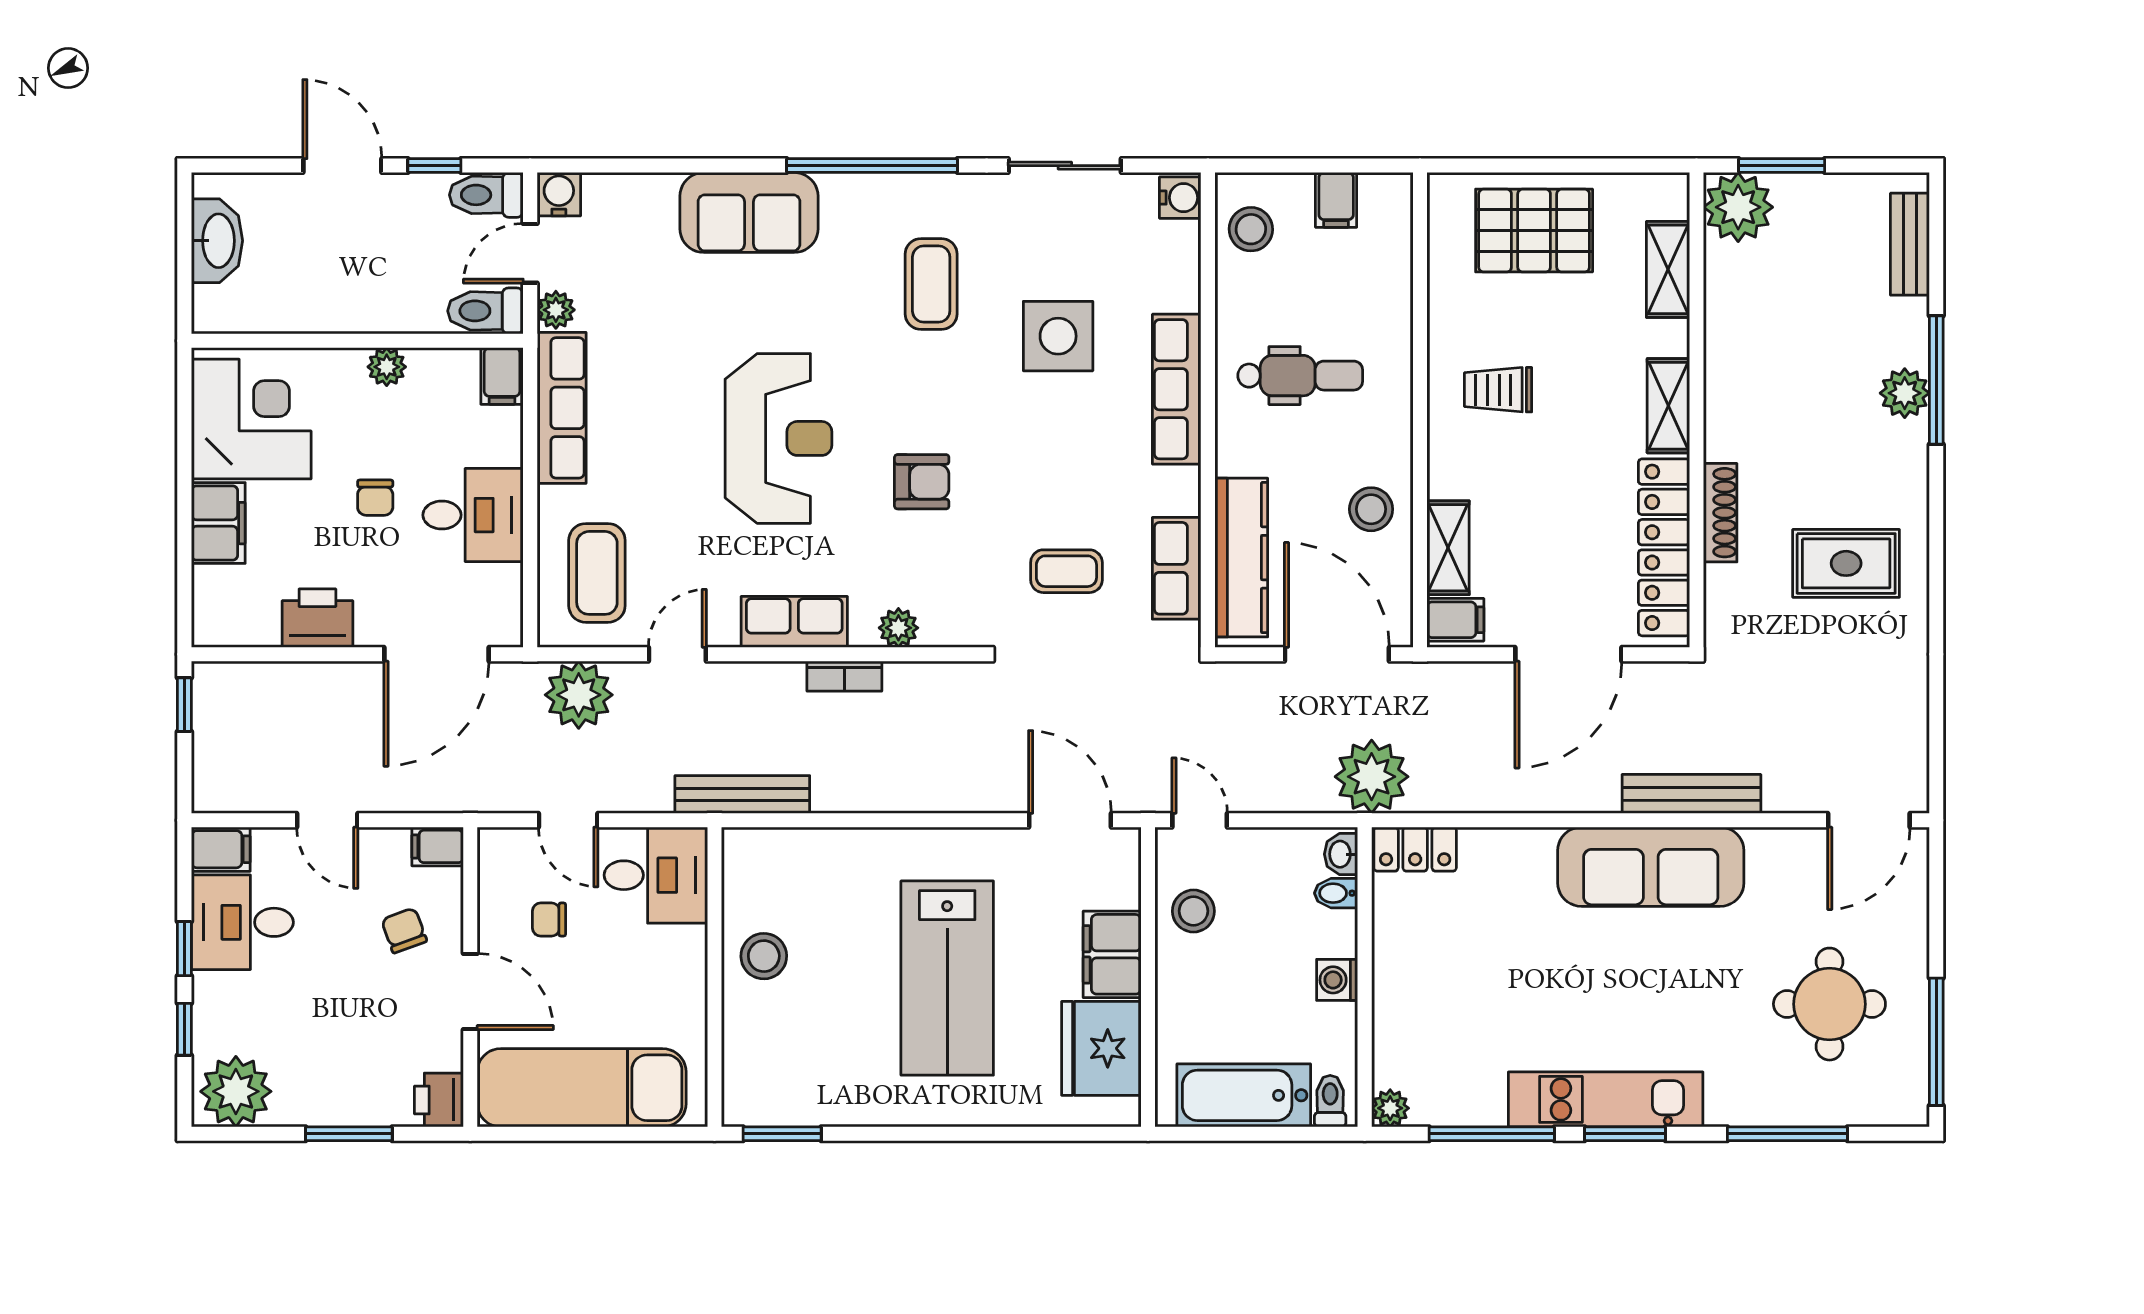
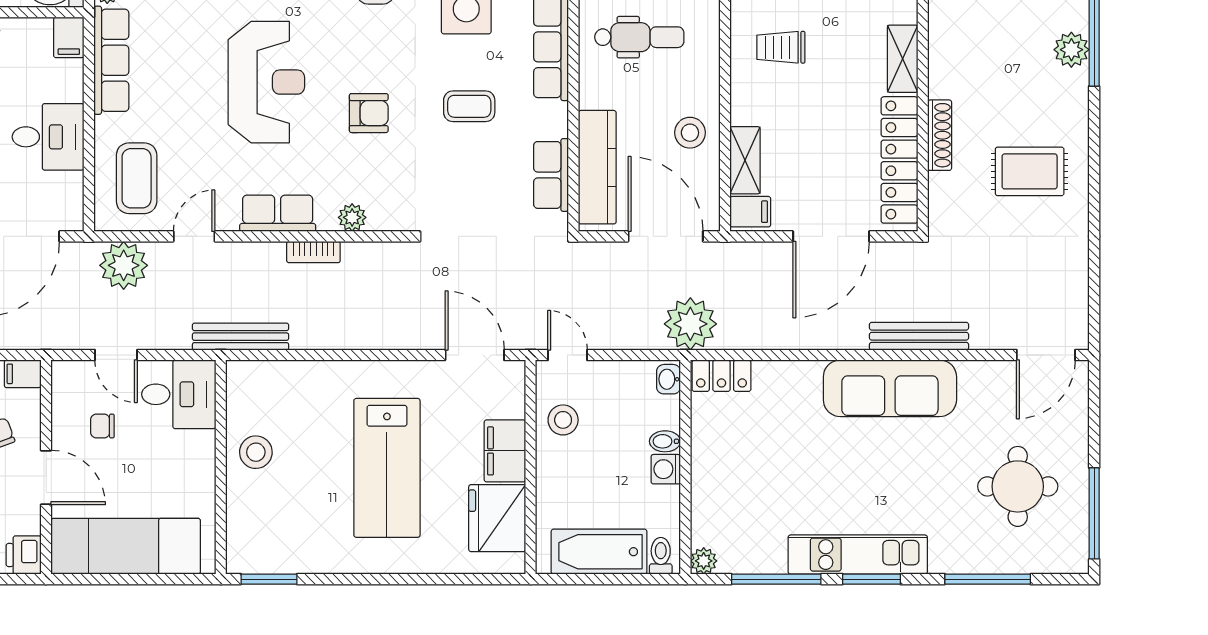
coffee table: (1066, 571) -> (469, 106), moved
bidet: (1336, 893) -> (665, 441), moved

